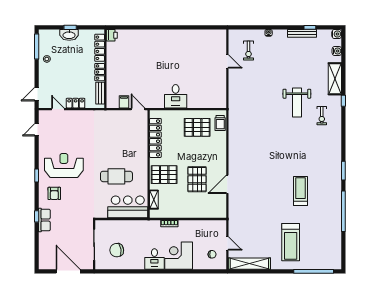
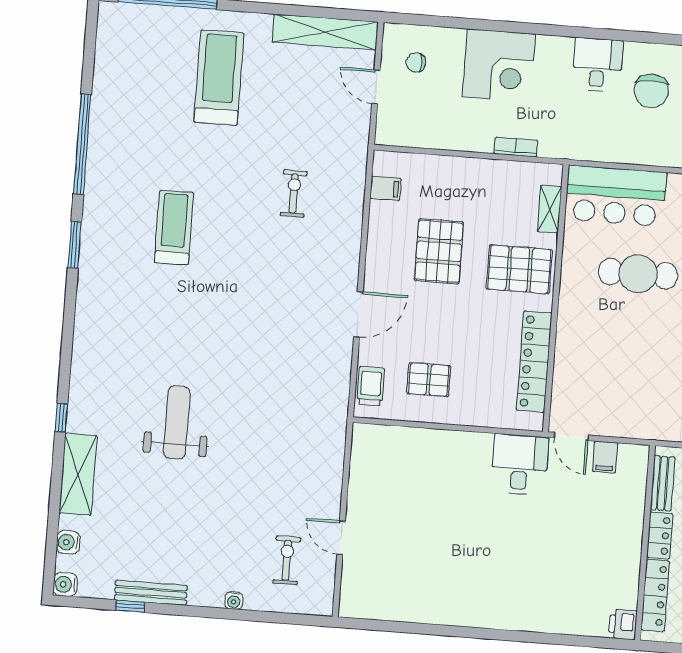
desk: (176, 96) -> (520, 464), moved
exercise bike: (322, 116) -> (294, 194), moved
pallet: (197, 127) -> (429, 380), width x0.67, depth x0.71
door: (227, 184) -> (358, 314), moved
treadmill: (300, 191) -> (174, 227), moved, turned 180
filing cabinet: (220, 203) -> (386, 188), added
chair: (117, 250) -> (651, 91), turned 99
desk: (154, 259) -> (597, 65), moved

